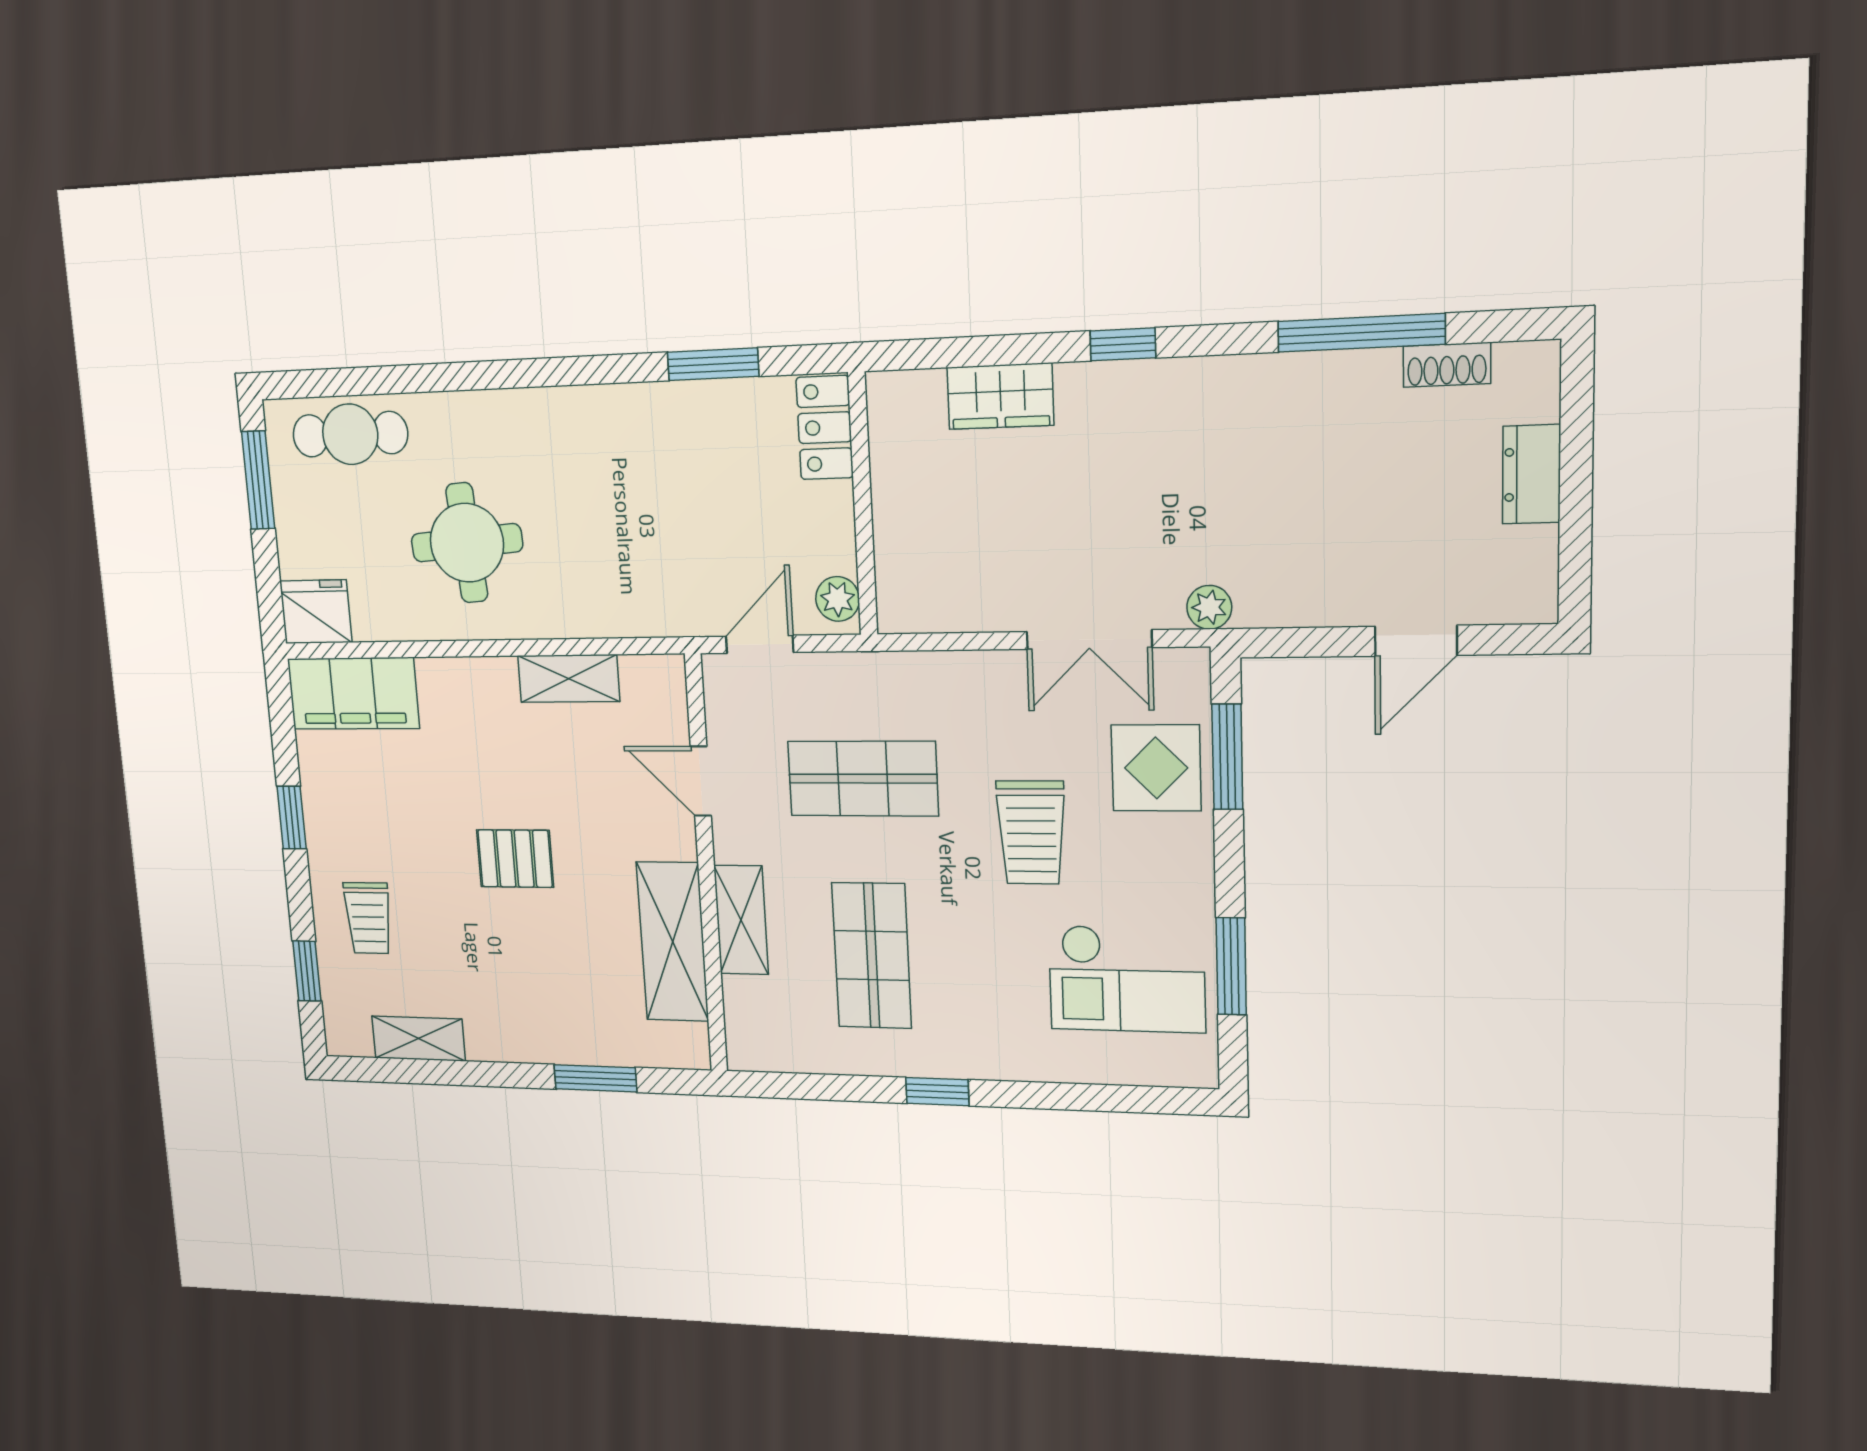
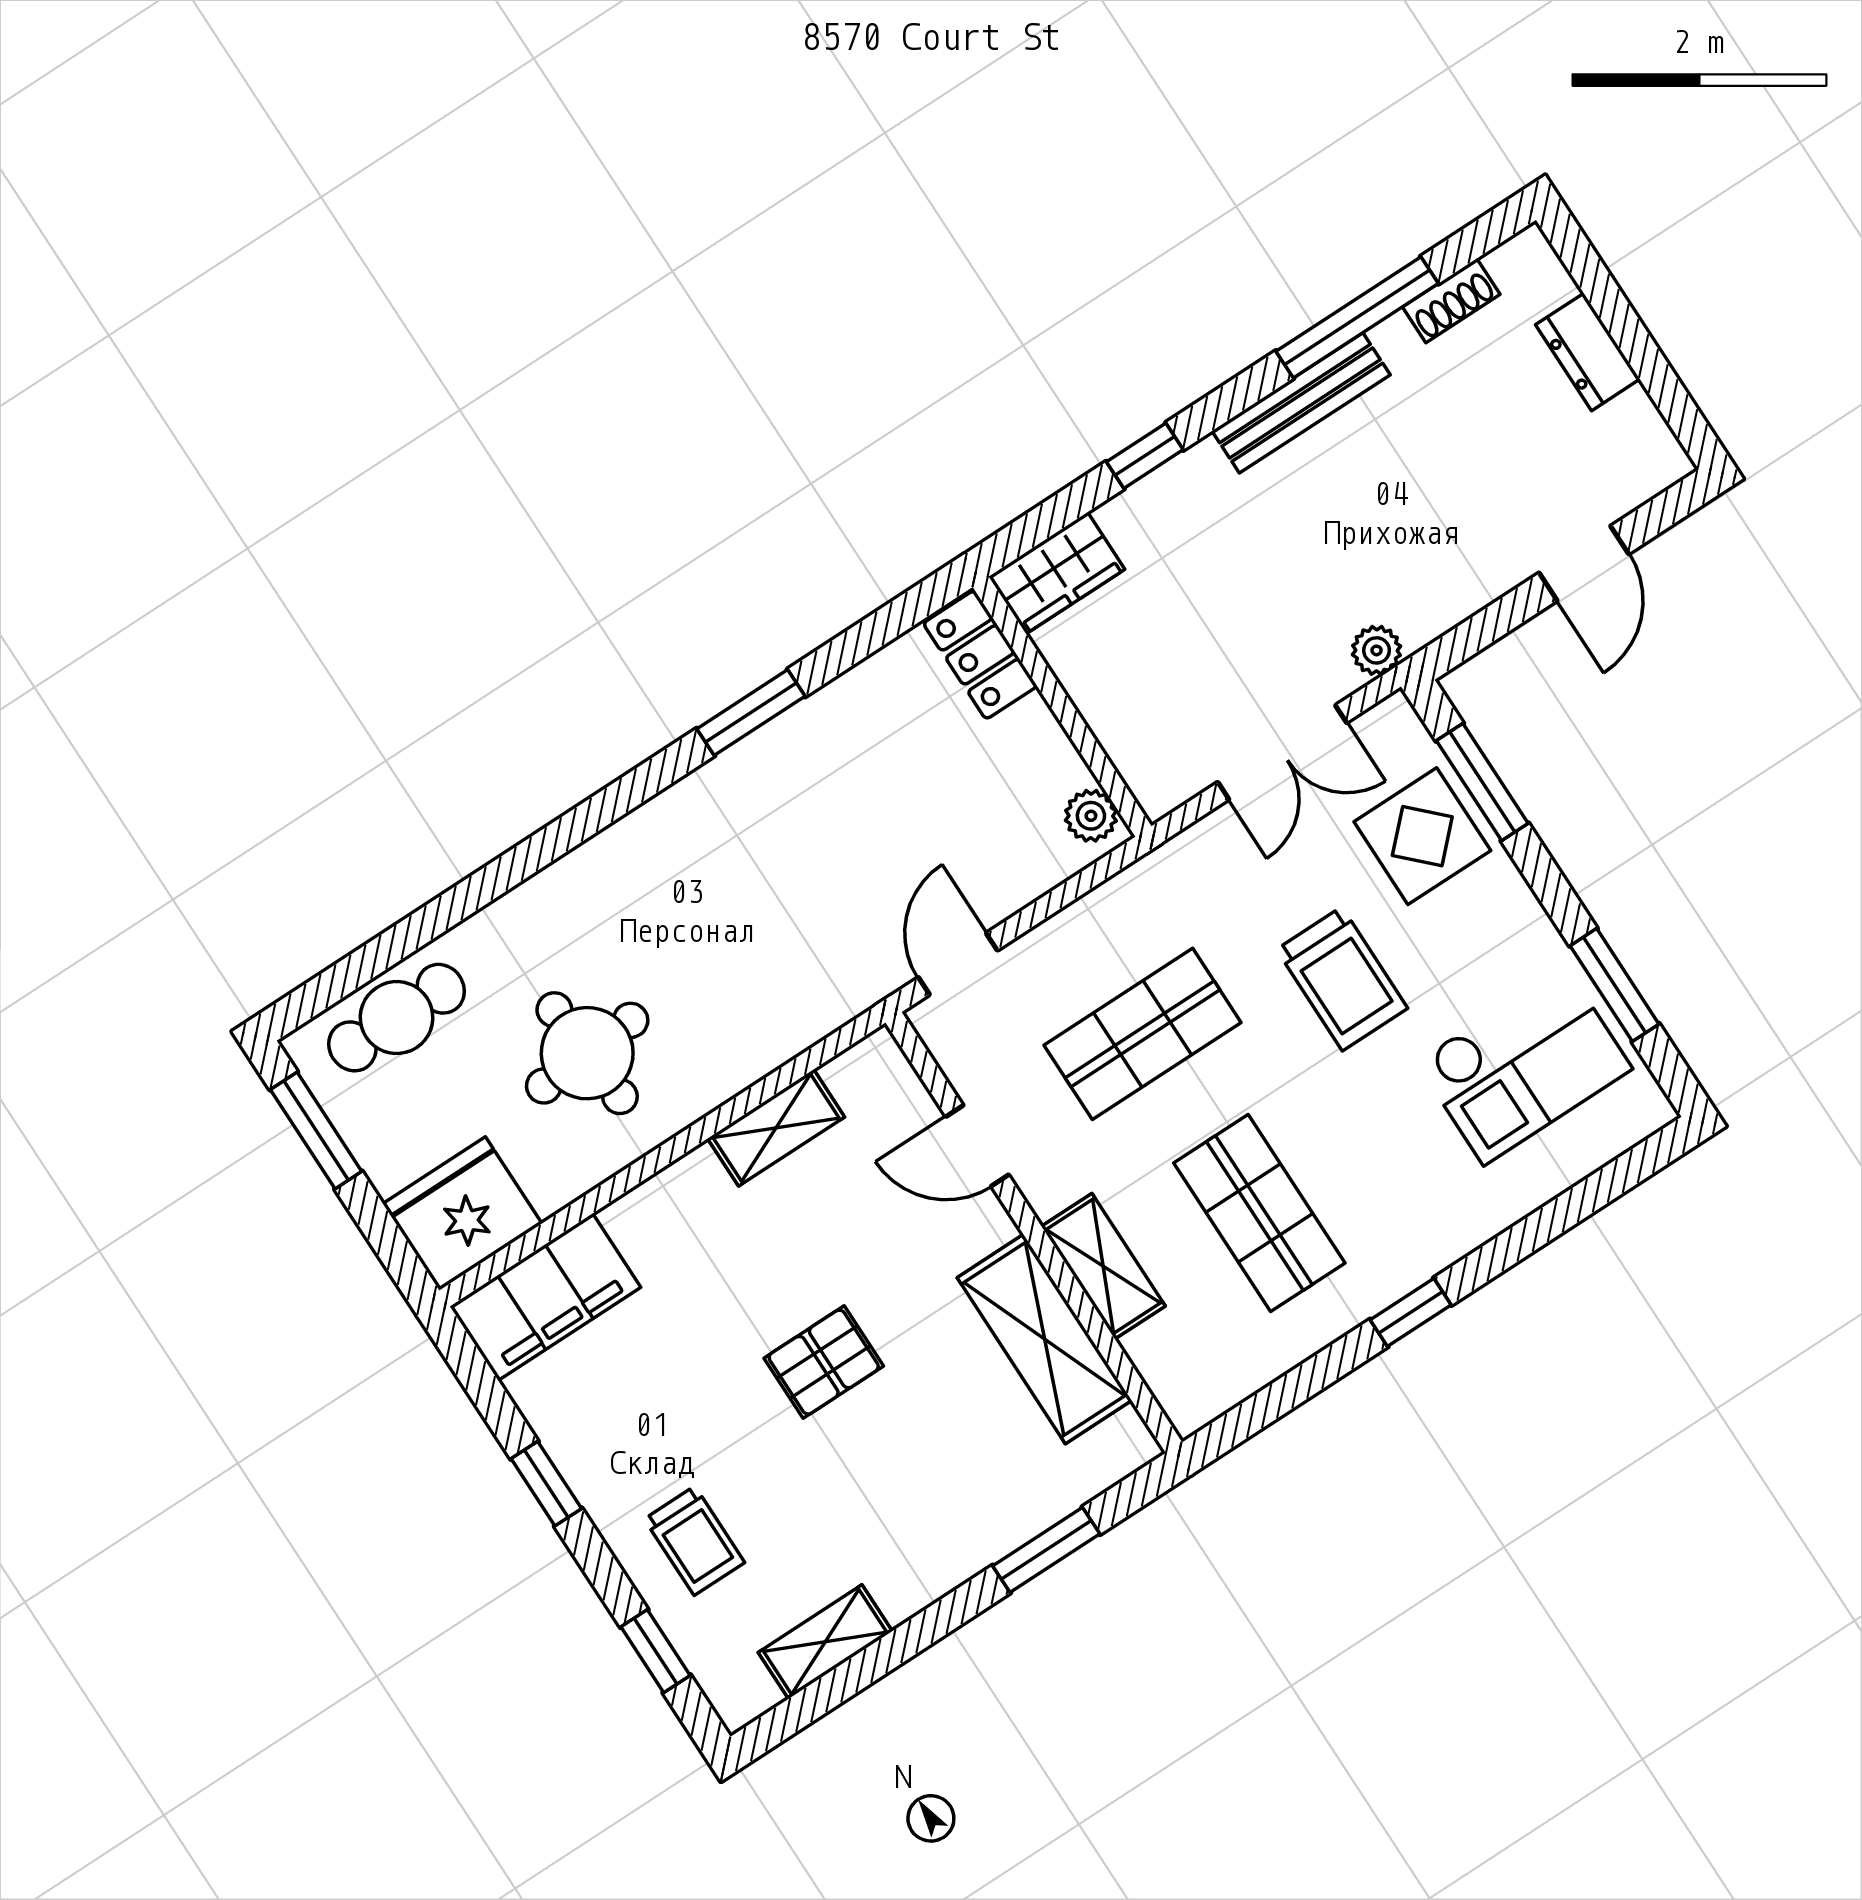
bench: (1272, 376) -> (1301, 403), added
locker: (825, 428) -> (980, 655), moved
wall: (863, 505) -> (1062, 707), moved
plant: (838, 599) -> (1091, 816), moved
fridge: (316, 612) -> (462, 1214), width x1.36, depth x1.34

